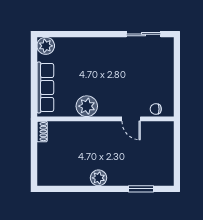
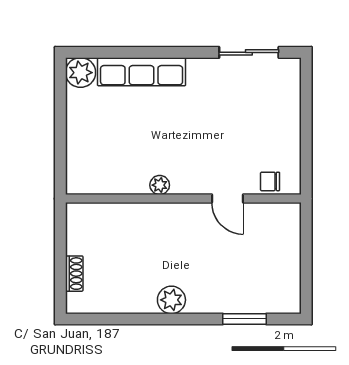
row of seats: (45, 87) -> (142, 72), moved, turned 90
plant: (87, 106) -> (160, 185), width x0.53, depth x0.53
shoe rack: (42, 132) -> (74, 274), moved

